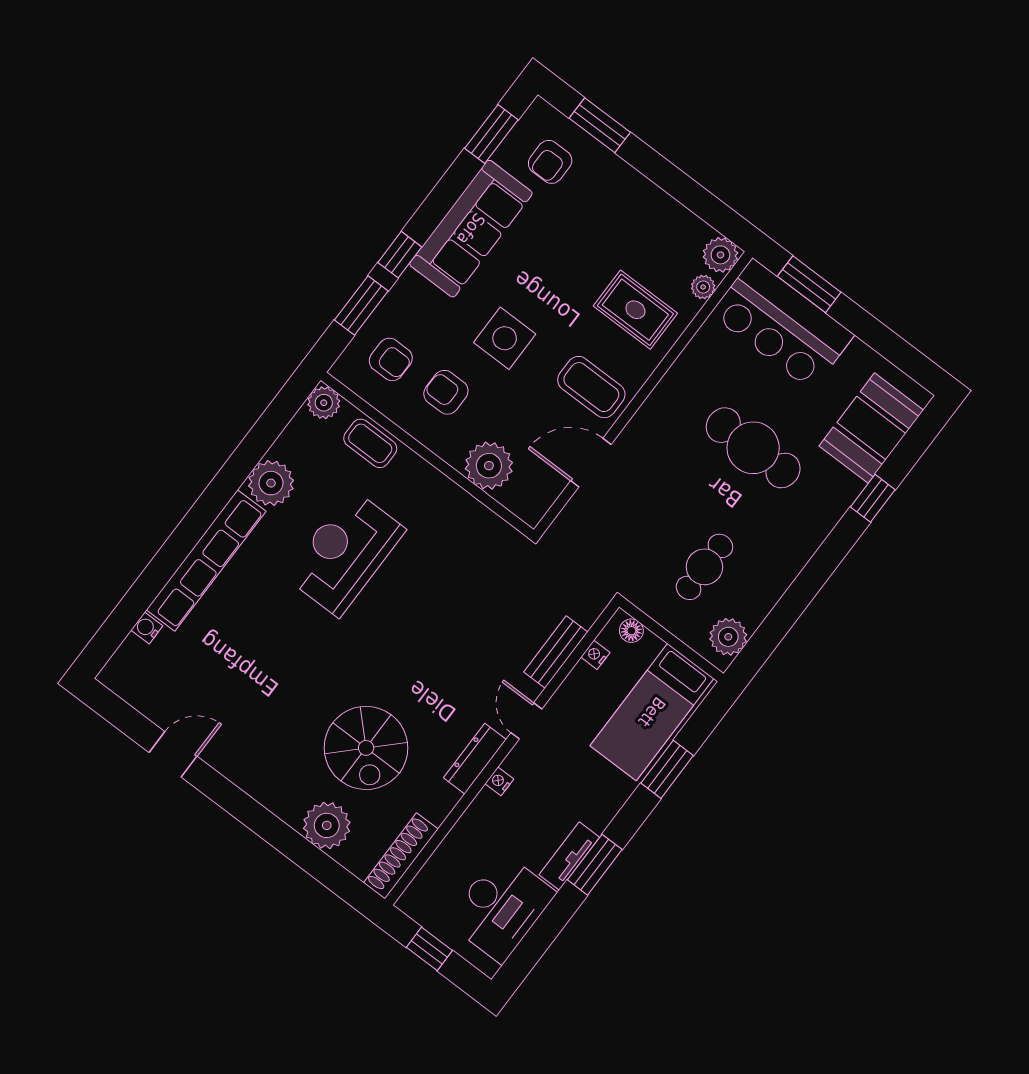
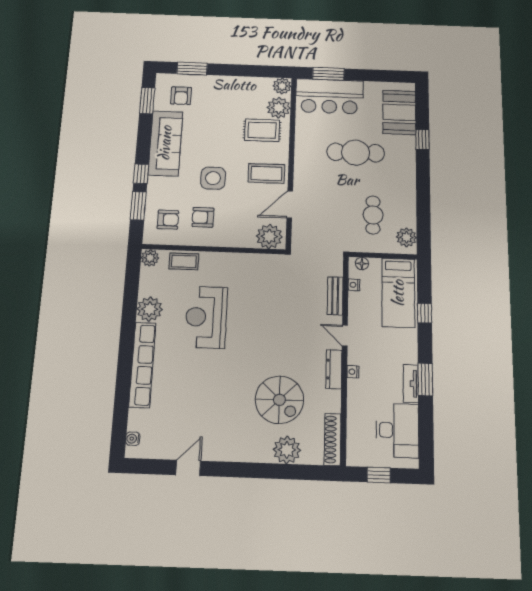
plant: (703, 287) -> (279, 108), width x1.88, depth x1.88
plant: (489, 466) -> (269, 236), moved
water cooler: (147, 628) -> (133, 439), moved
window: (667, 769) -> (425, 313), width x0.67

